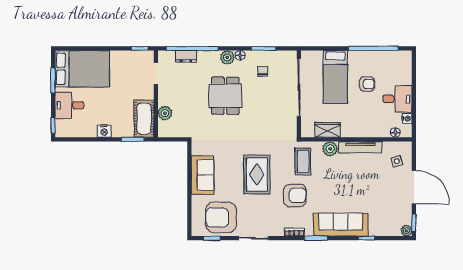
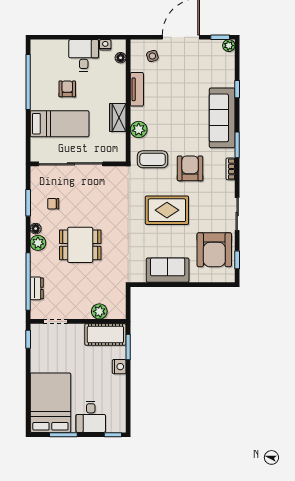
wardrobe: (327, 130) -> (118, 117), moved
nightstand: (104, 131) -> (119, 367), moved
tv unit: (360, 147) -> (137, 89), width x0.71

